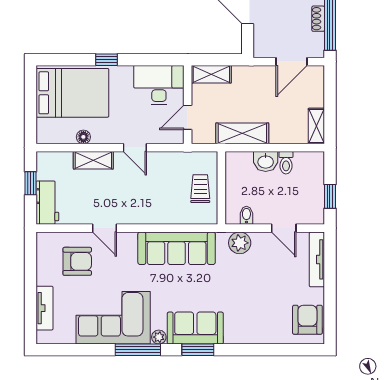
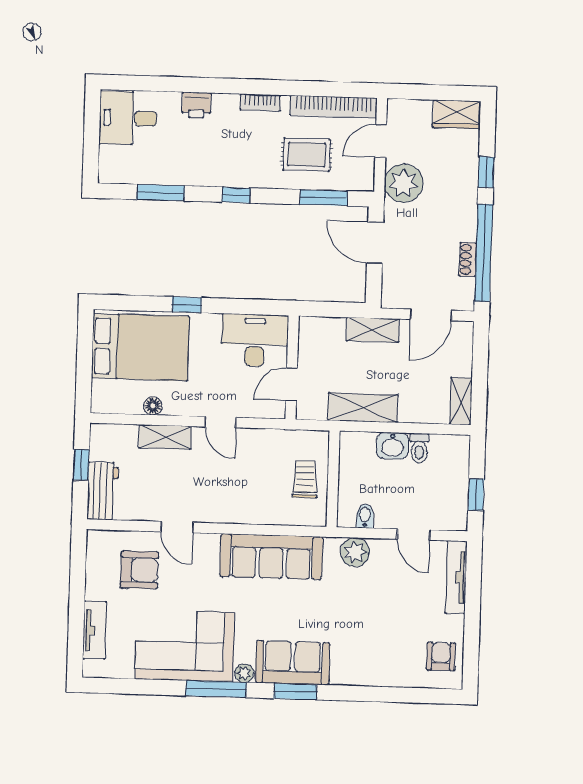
shelving: (211, 74) -> (373, 330), moved
armchair: (307, 320) -> (441, 656), width x0.72, depth x0.72

